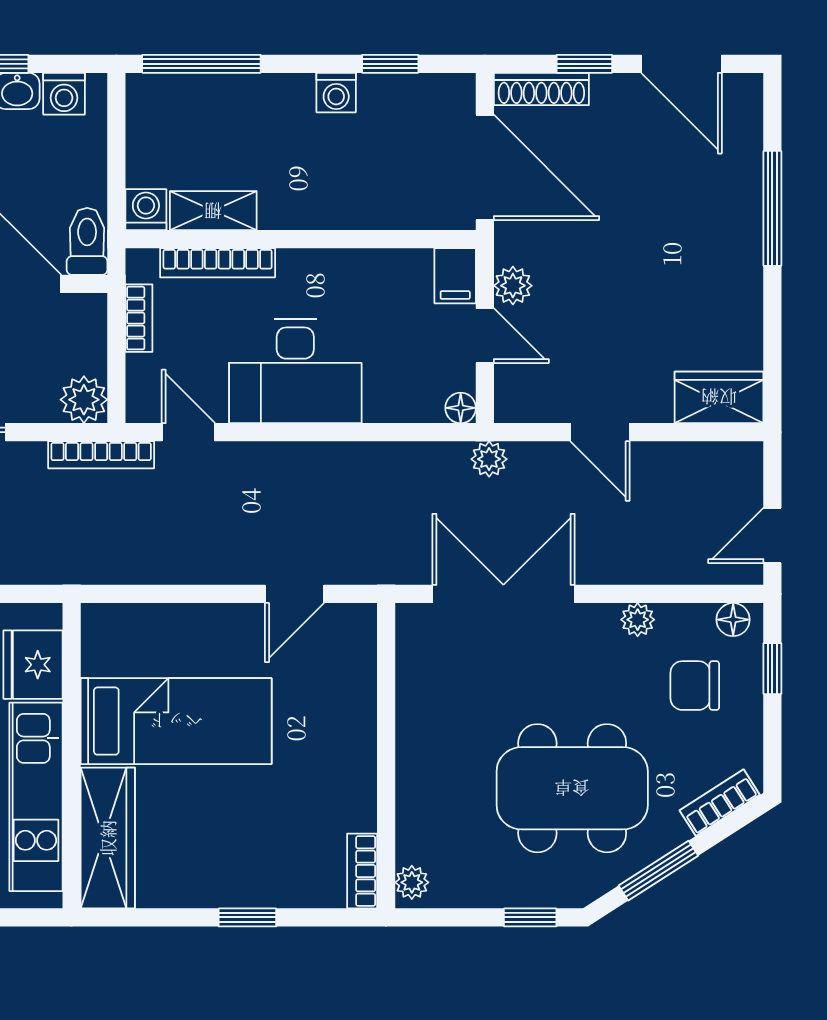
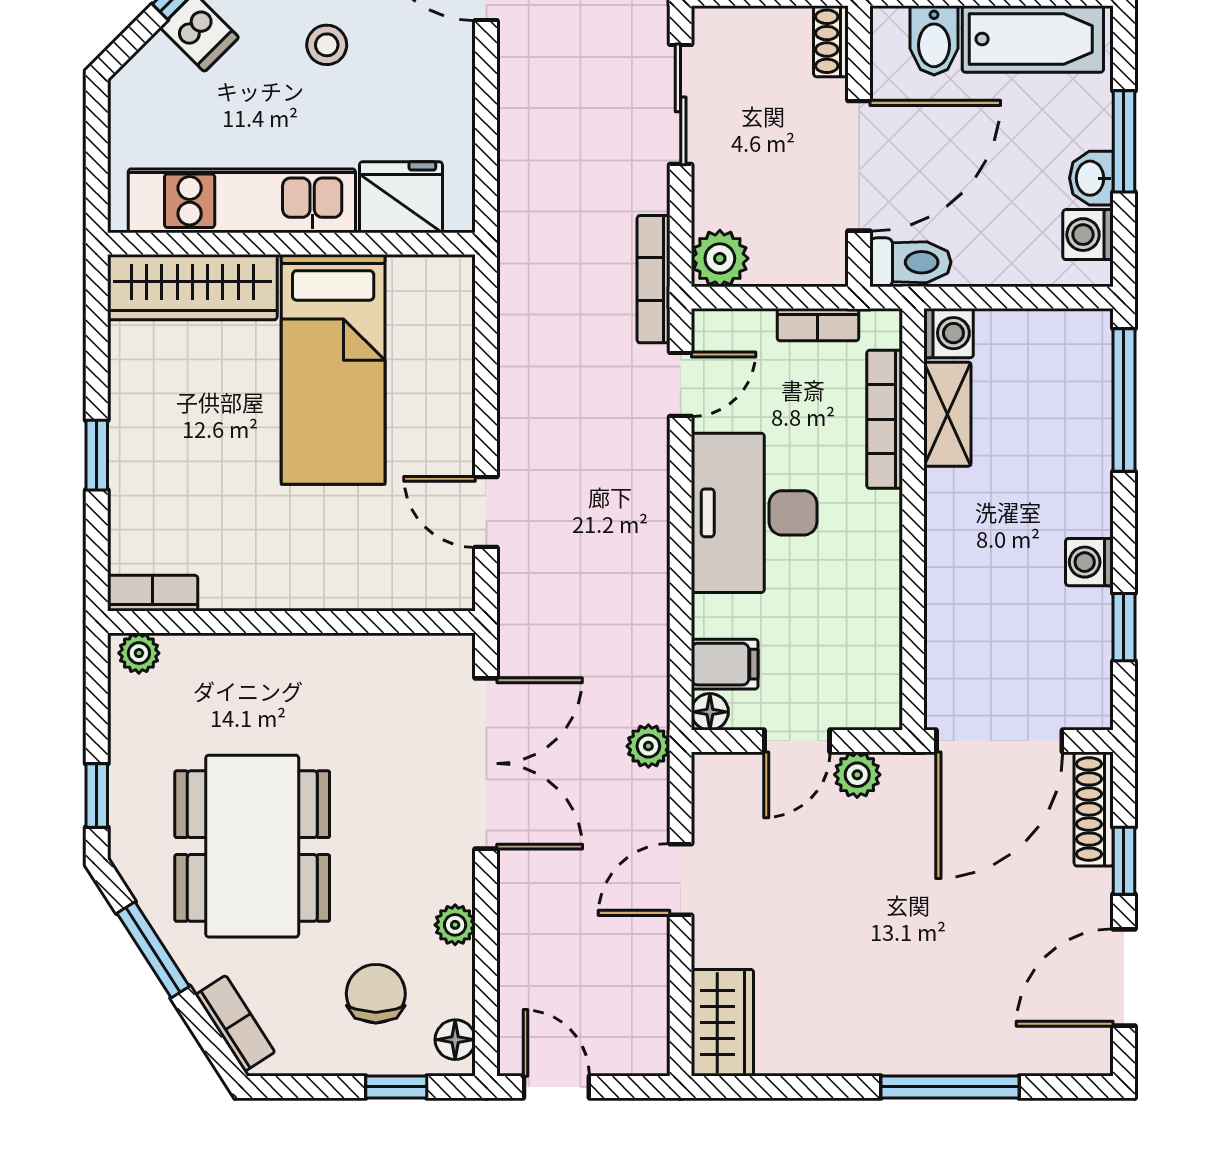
filing cabinet: (455, 276) -> (725, 664), moved, turned 180

